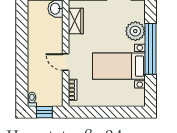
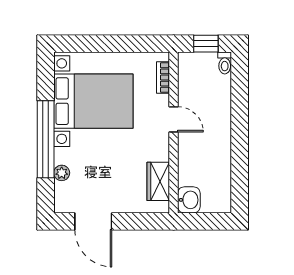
plant: (135, 31) -> (62, 173), width x0.53, depth x0.53
bed with nightstands: (119, 66) -> (93, 101), width x1.36

